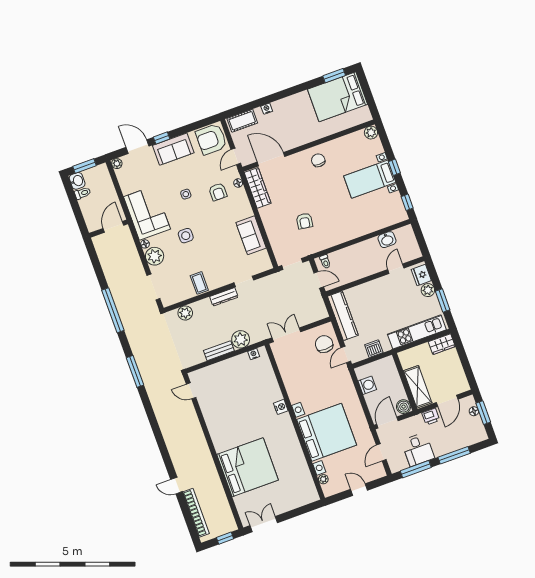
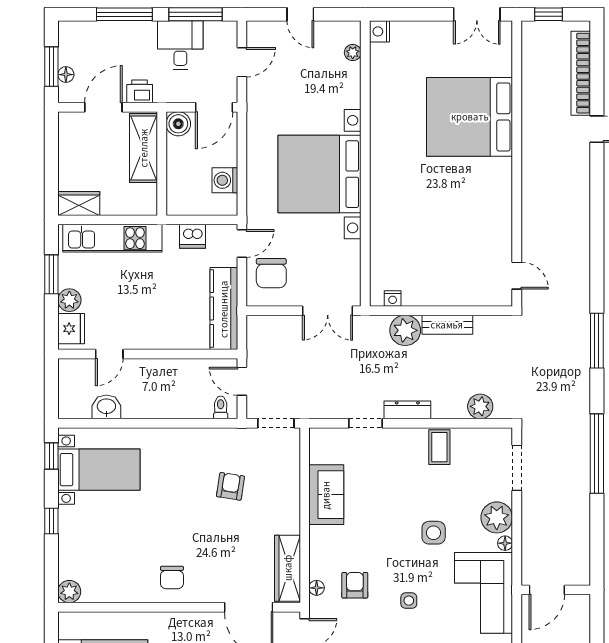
bed with nightstands: (370, 179) -> (99, 470), moved
nightstand: (281, 407) -> (379, 31), moved
bed with nightstands: (327, 432) -> (320, 174), moved

